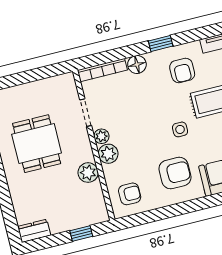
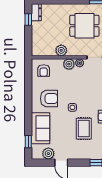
armchair: (175, 173) -> (49, 99), turned -90
window: (81, 234) -> (28, 20), moved

